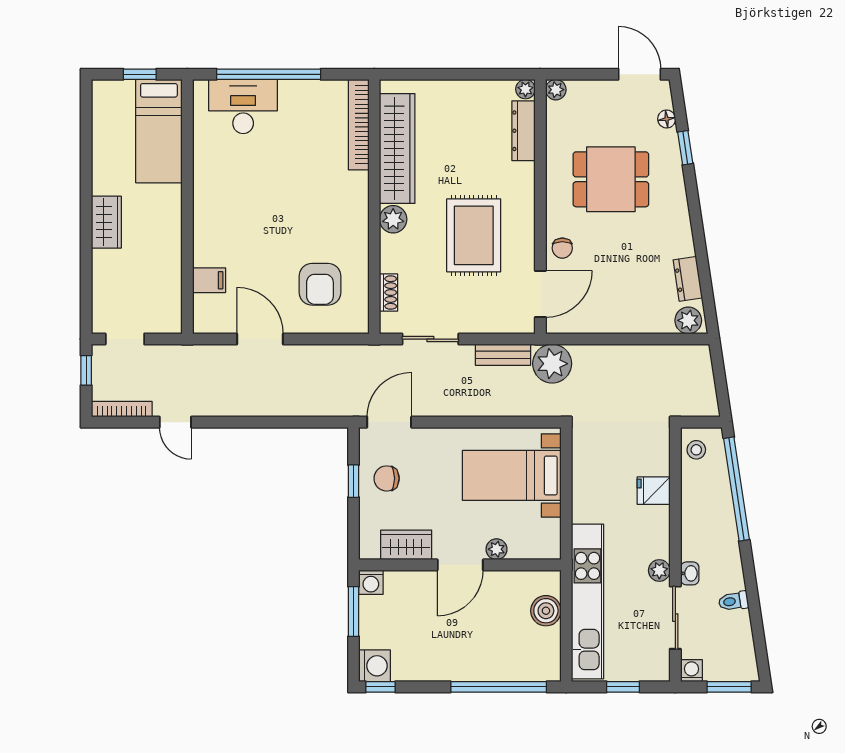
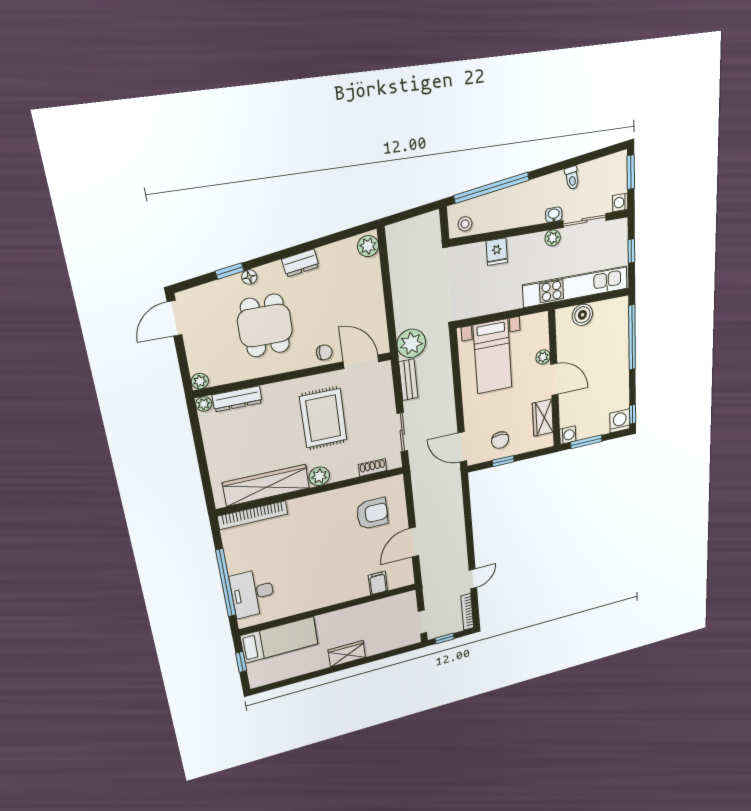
floor lamp: (667, 119) -> (249, 277), moved
rug: (474, 235) -> (323, 418), turned 90
dresser: (688, 279) -> (300, 263), moved

